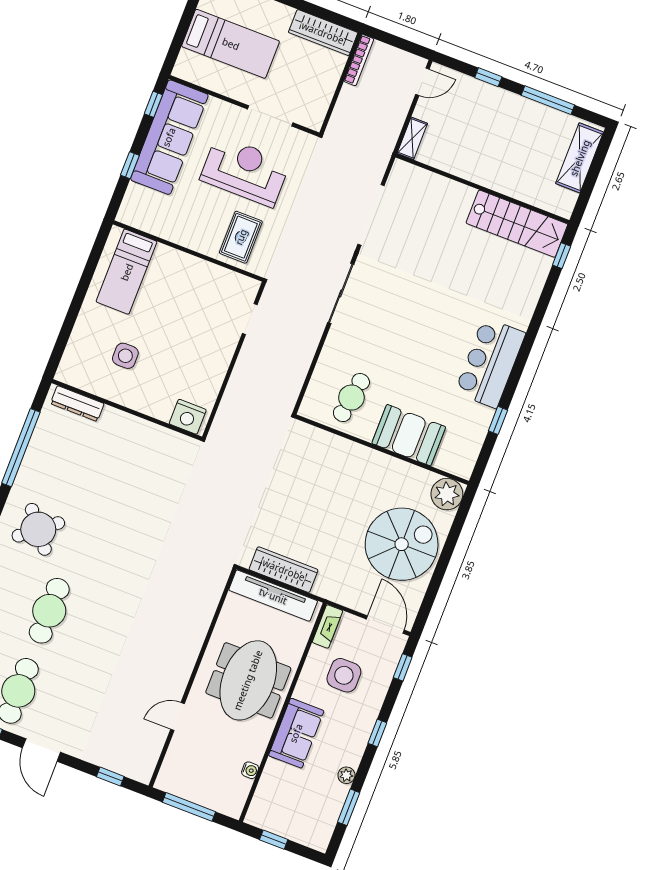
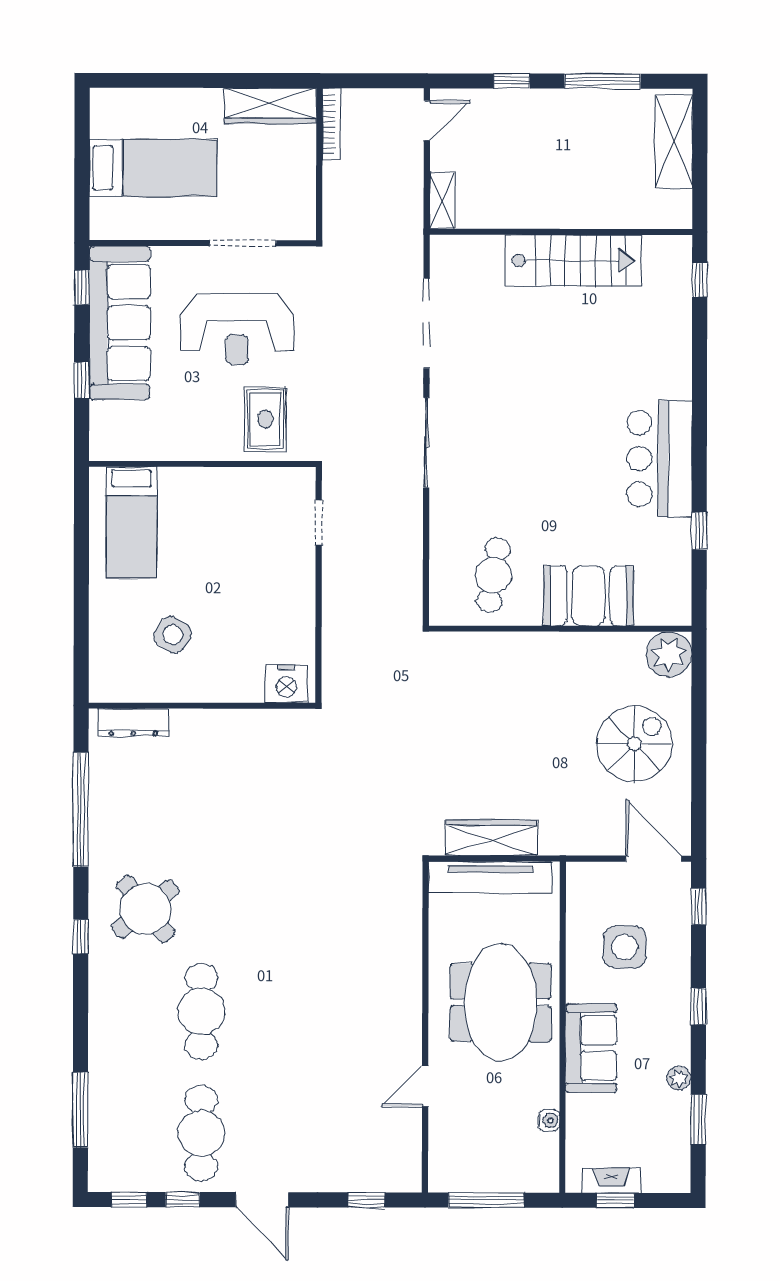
reception desk: (245, 171) -> (237, 329), turned 180
stairs: (517, 224) -> (573, 260), moved
side table: (125, 356) -> (173, 635), turned 32
spiral stairs: (402, 544) -> (634, 744), width x0.73, depth x0.73
fireplace: (328, 626) -> (611, 1180), moved, turned -90

